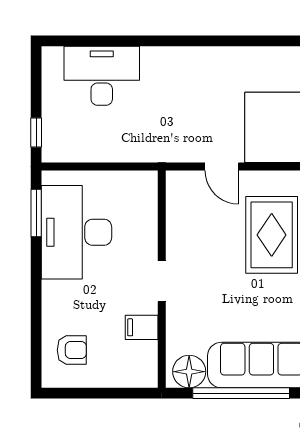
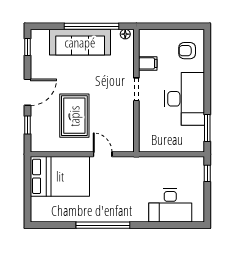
window: (221, 41) -> (103, 225), added
desk: (76, 232) -> (185, 99), moved
floor lamp: (189, 372) -> (125, 34), width x0.53, depth x0.53

